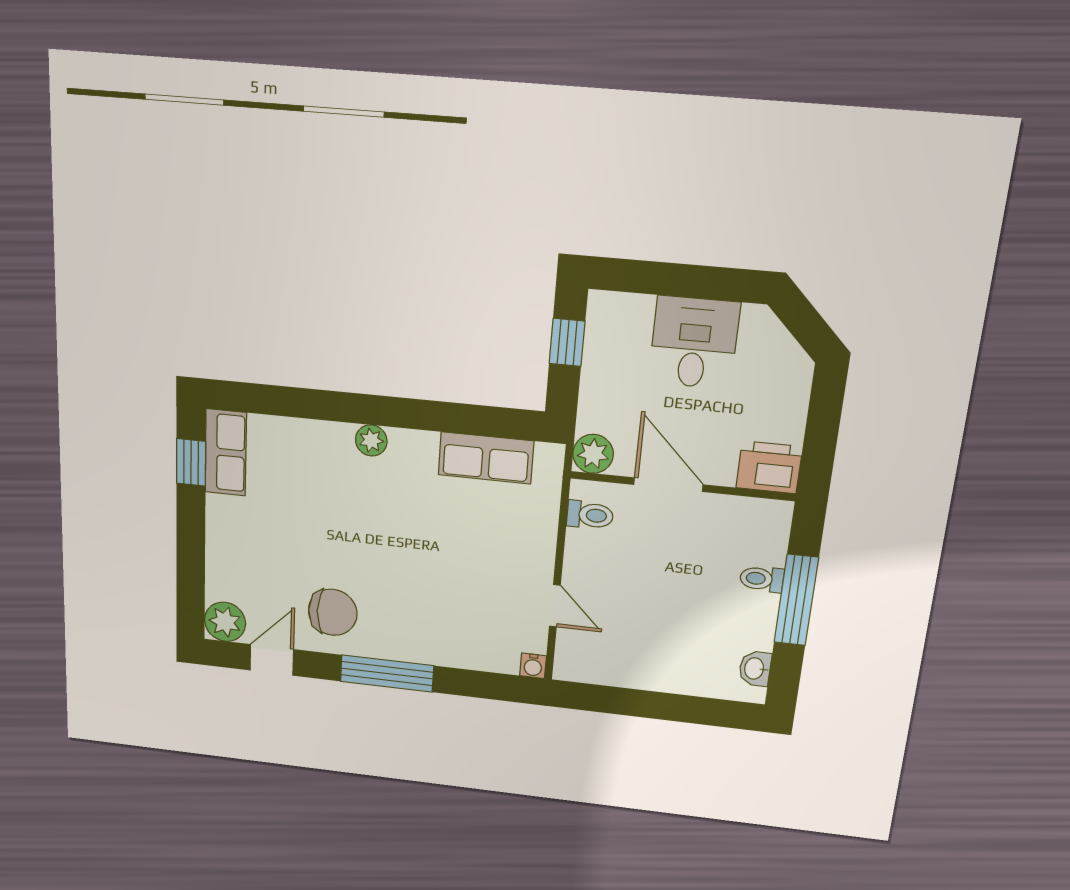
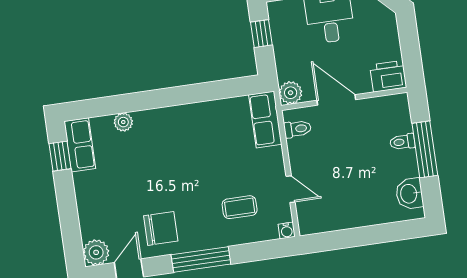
plant: (371, 440) -> (123, 122), moved
row of seats: (486, 458) -> (265, 120), moved, turned 90
coffee table: (465, 612) -> (240, 207), added
washbasin: (755, 669) -> (409, 194), width x1.38, depth x1.45

